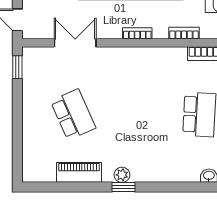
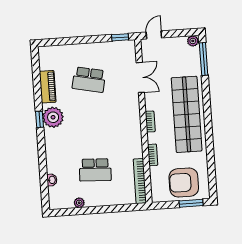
school desk: (73, 114) -> (89, 80), turned 36
plant: (122, 175) -> (53, 117), width x1.87, depth x1.87

